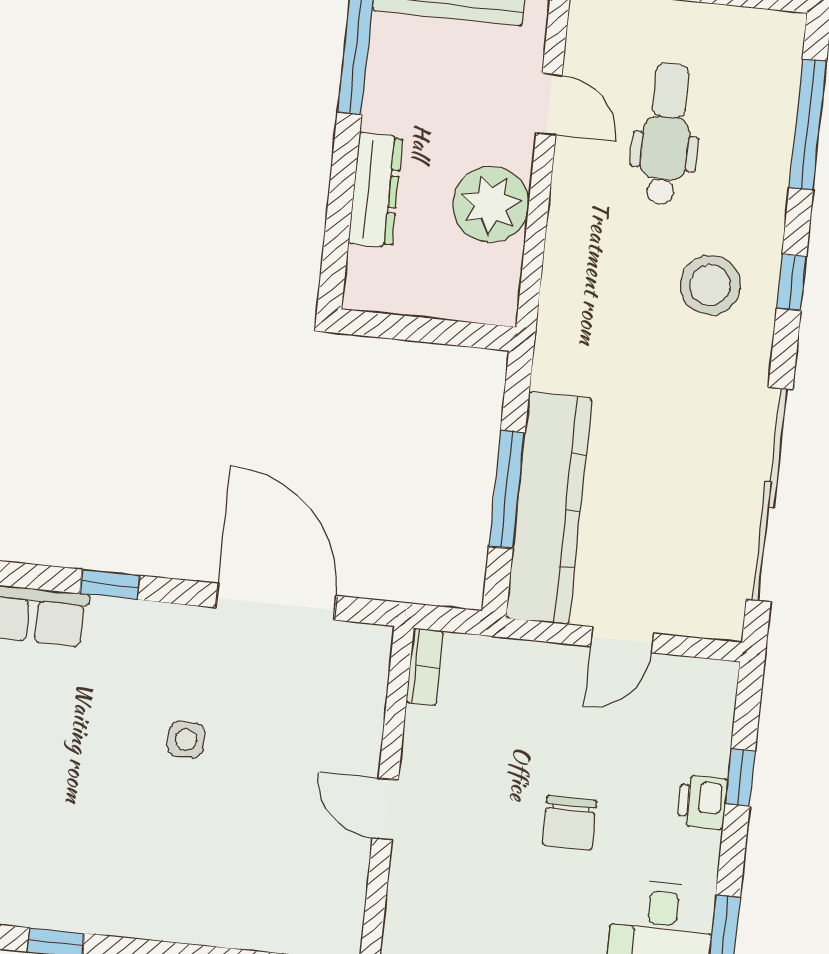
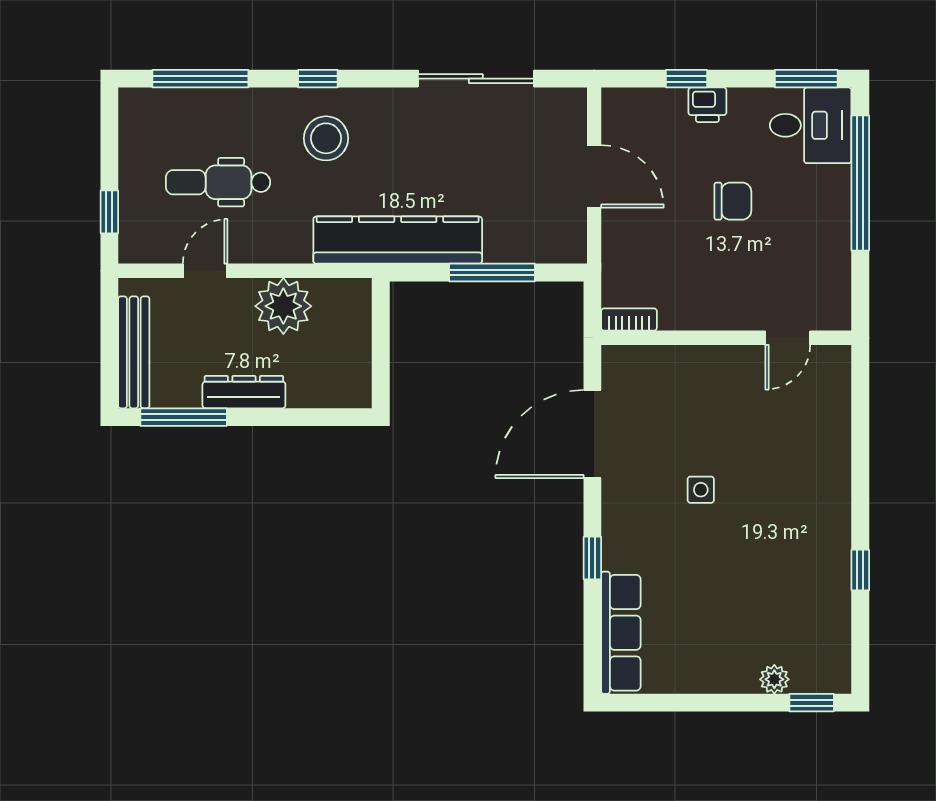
dresser: (376, 190) -> (244, 392), moved
sliding door: (770, 495) -> (476, 79), width x0.73
kitchen counter: (549, 508) -> (398, 240), moved
door: (622, 640) -> (594, 176), width x1.38
door: (385, 809) -> (788, 338), moved

